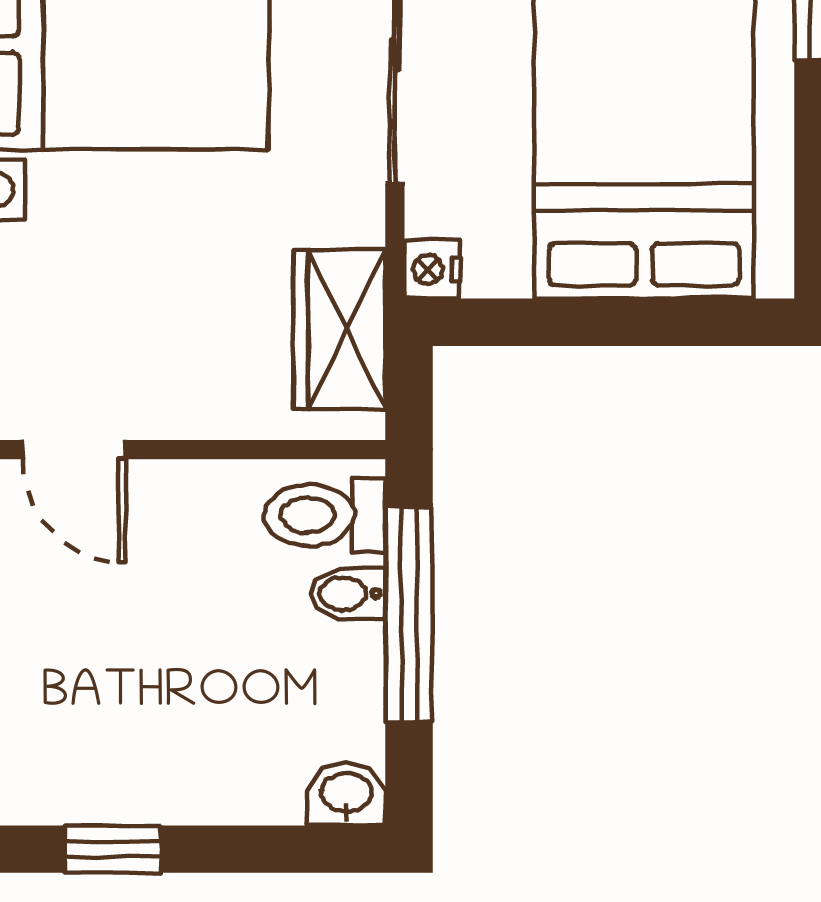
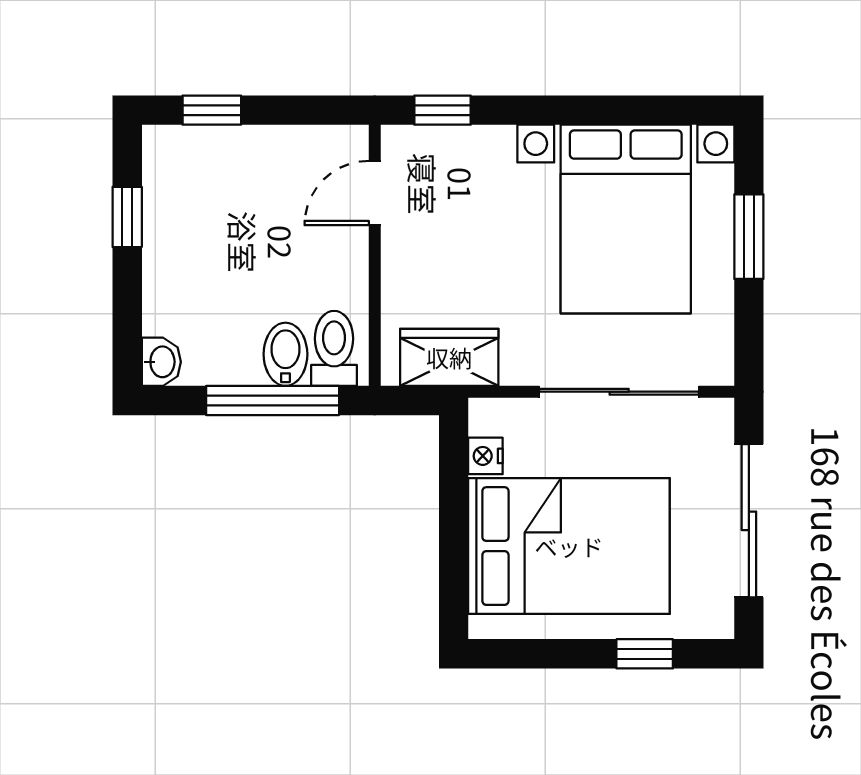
nightstand: (432, 269) -> (485, 456), moved, turned -90
bidet: (348, 594) -> (285, 354), width x1.38, depth x1.36

